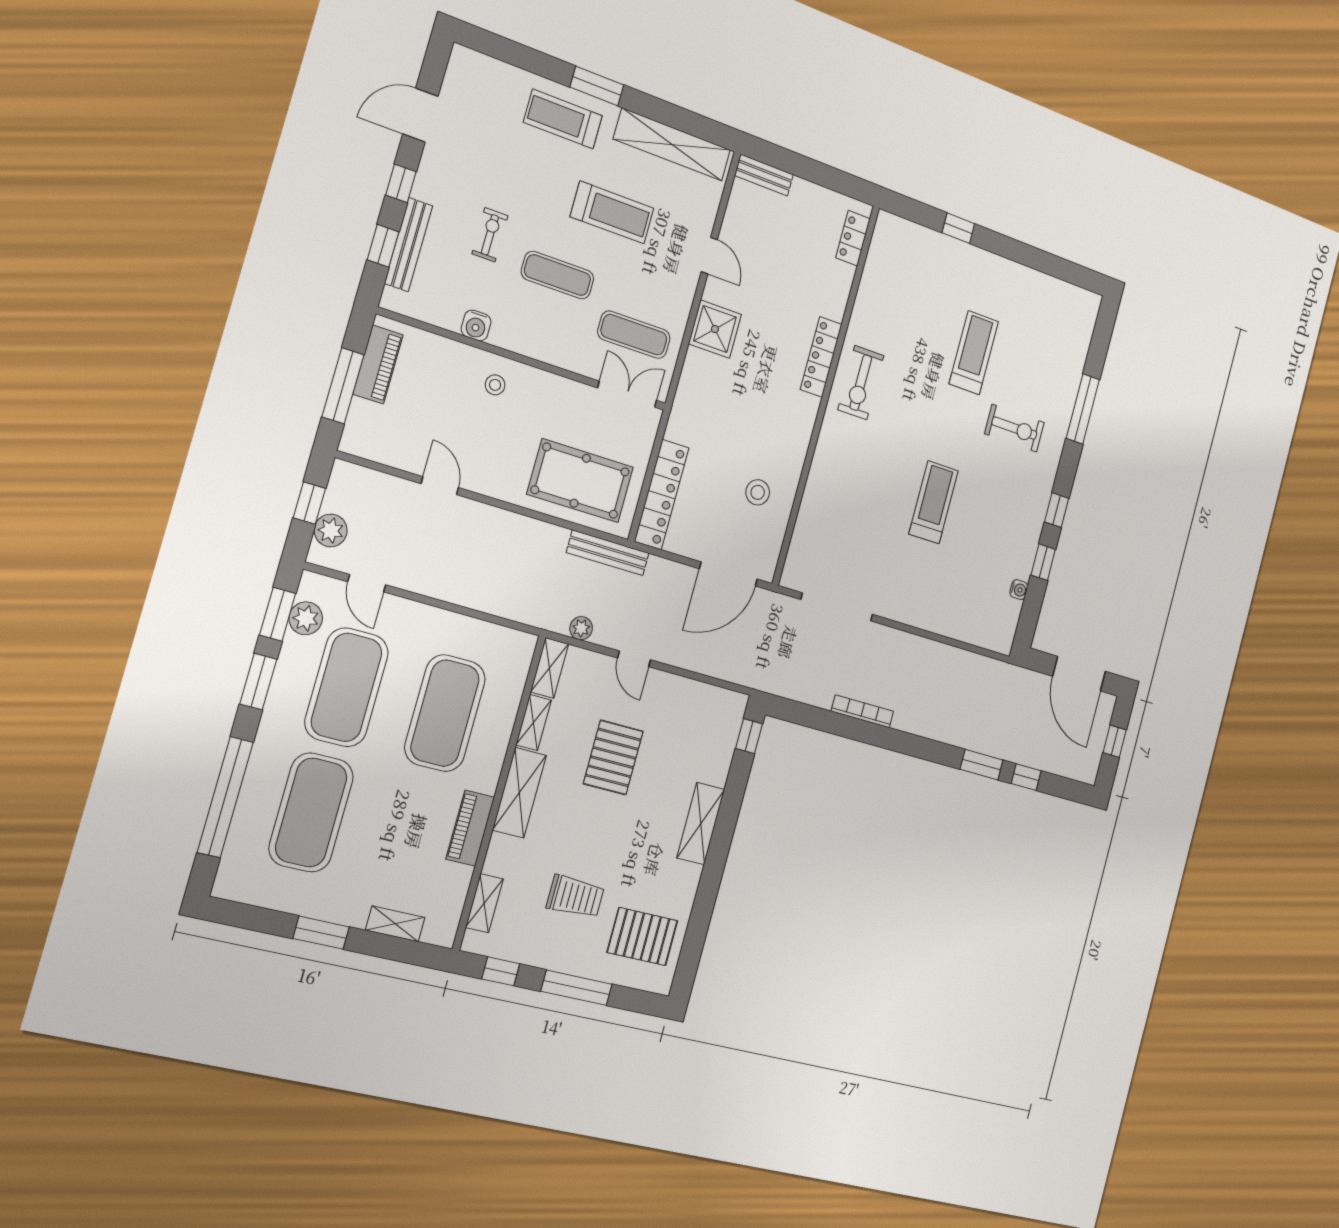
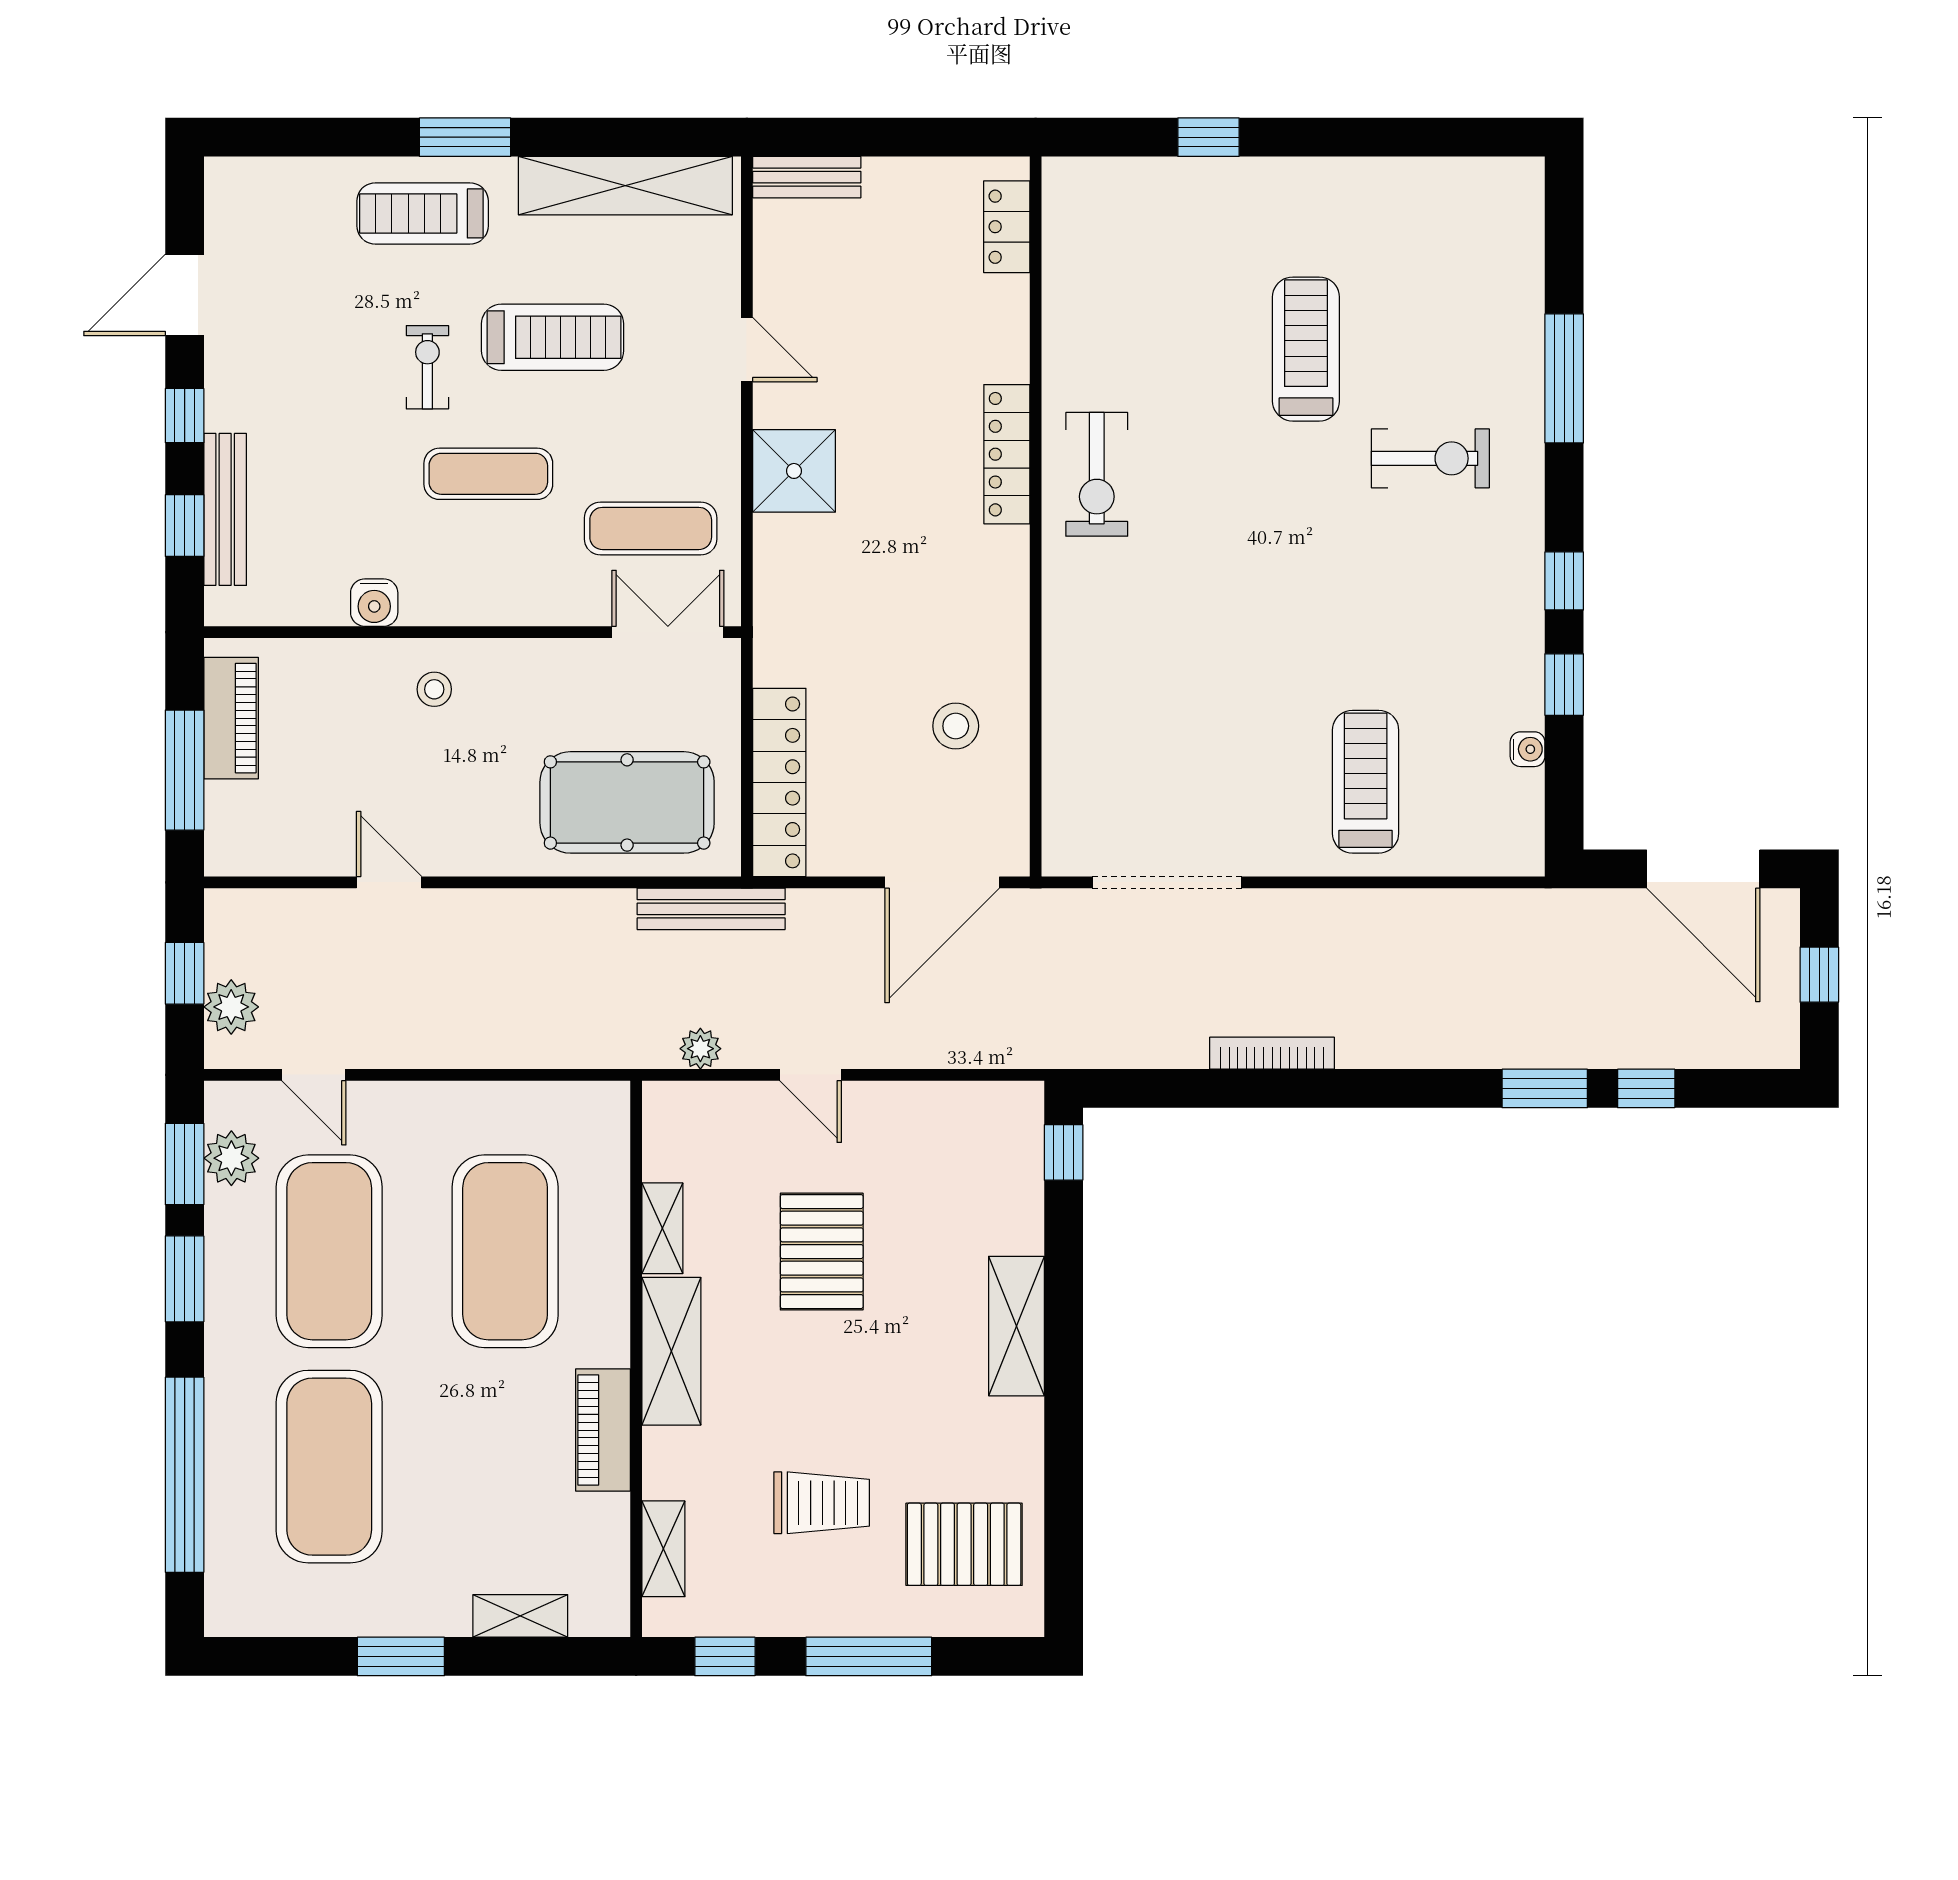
exercise bike: (490, 235) -> (427, 367), moved
treadmill: (934, 502) -> (1366, 782), moved
shelving: (550, 668) -> (664, 1130), removed

